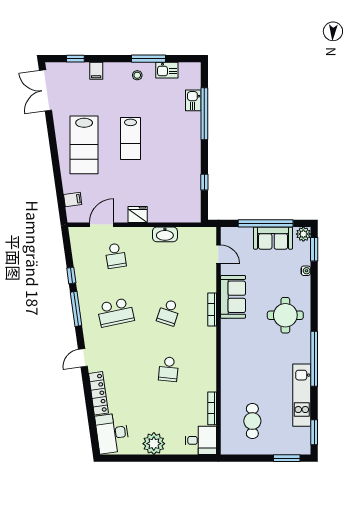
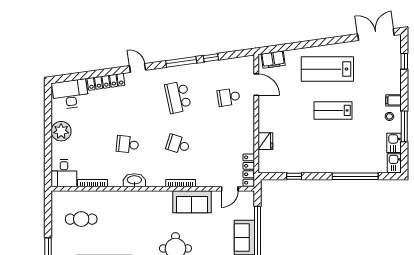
filing cabinet: (96, 71) -> (393, 100), moved
kitchen sink: (193, 100) -> (394, 163), moved, turned -90
filing cabinet: (73, 200) -> (273, 60), width x2.00
fridge: (138, 214) -> (265, 141), moved
locker: (197, 233) -> (249, 170), added
washbasin: (165, 234) -> (134, 180), moved, turned 90

